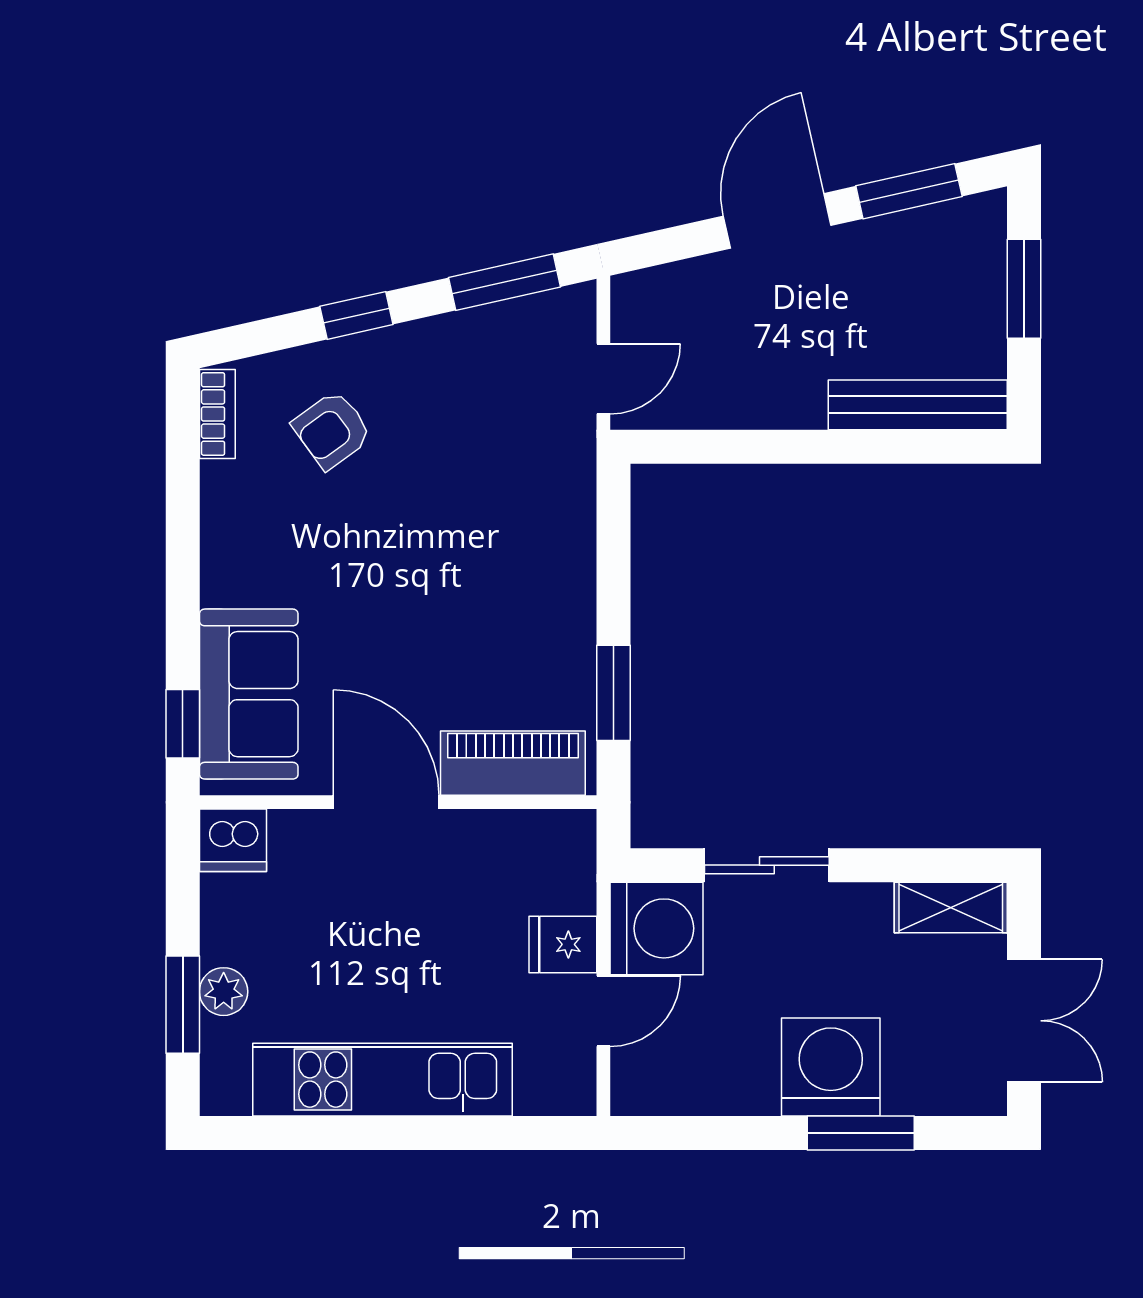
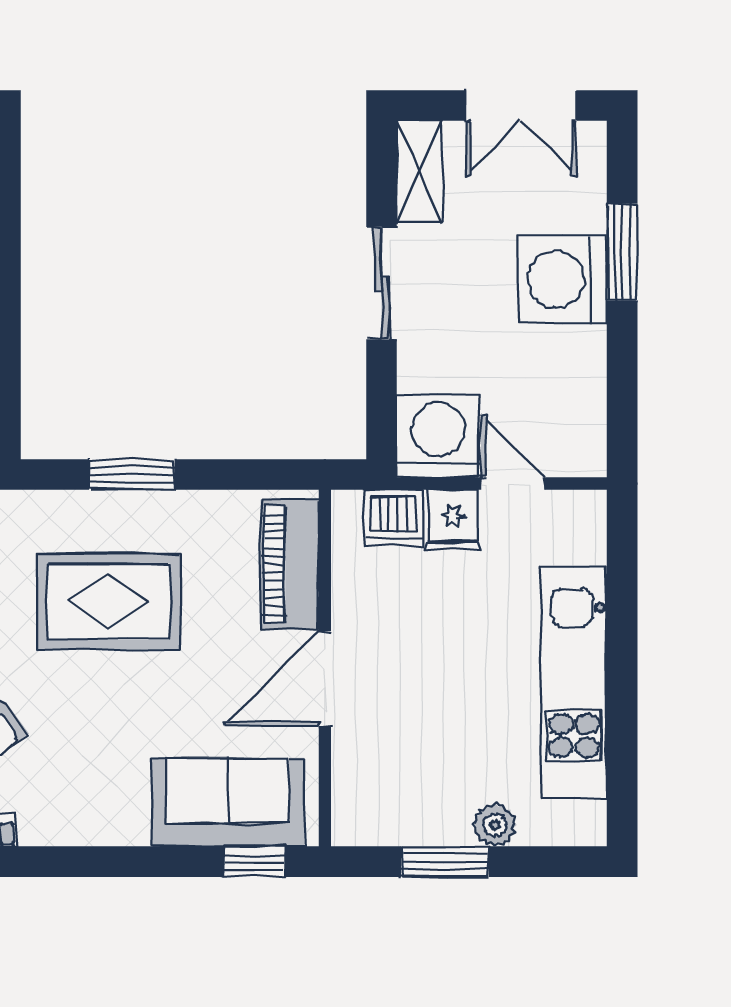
rug: (472, 561) -> (108, 602), added
window: (613, 693) -> (132, 474), moved
dishwasher: (233, 840) -> (393, 518), moved, turned 90
sliding door: (767, 865) -> (382, 283), moved
window: (183, 1005) -> (445, 862), moved
double door: (1024, 1021) -> (521, 105), swing flipped

